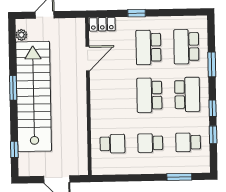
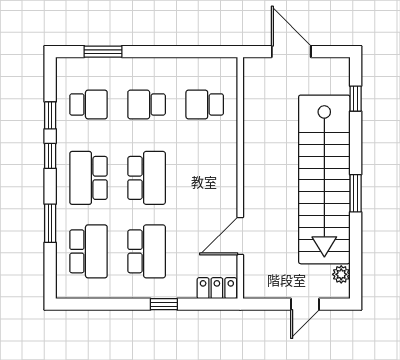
school desk: (150, 143) -> (147, 104), turned 180

